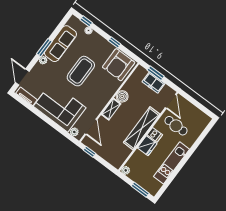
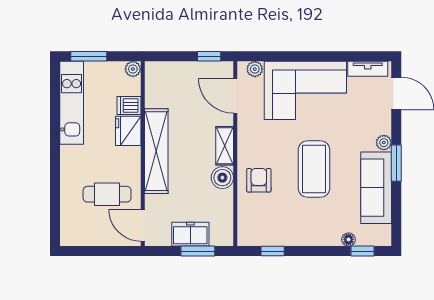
window: (115, 42) -> (273, 251), moved
armchair: (119, 65) -> (259, 180), moved, width x0.53, depth x0.53
dishwasher: (155, 135) -> (129, 106), moved
kitchen unit: (172, 163) -> (72, 103), moved

